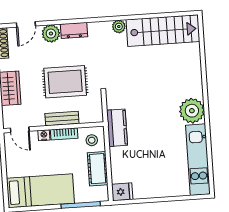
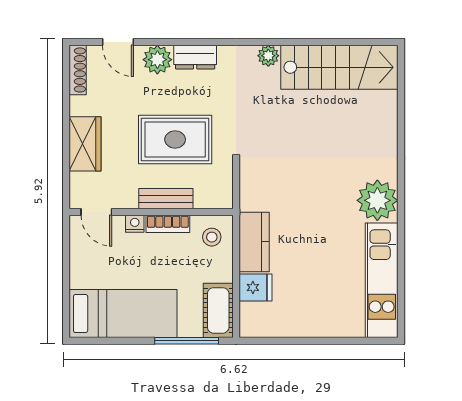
door: (26, 24) -> (118, 42), hinge flipped
kitchen counter: (117, 128) -> (254, 242), moved
cot: (98, 169) -> (218, 310), moved
fridge: (122, 192) -> (256, 287), moved

